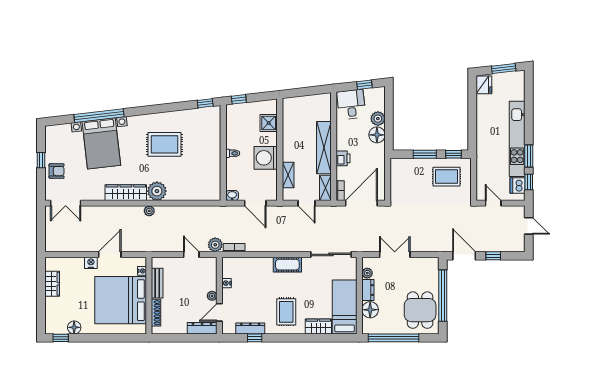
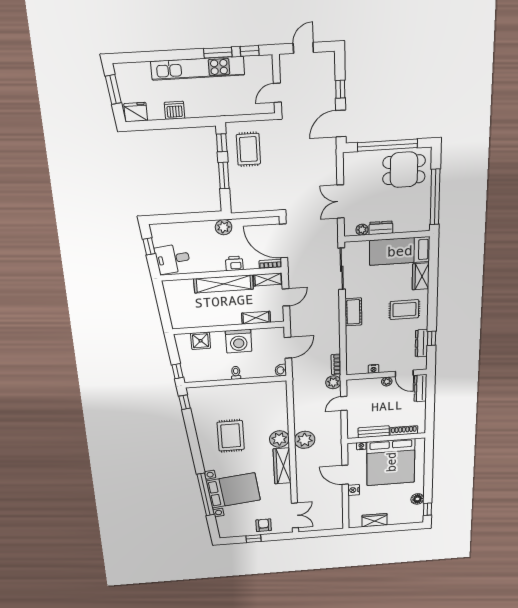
plant: (378, 119) -> (224, 227), moved
floor lamp: (377, 135) -> (205, 229), removed
dishwasher: (518, 185) -> (175, 110), moved, turned 180
plant: (149, 211) -> (305, 440), width x1.88, depth x1.88
floor lamp: (370, 310) -> (403, 224), removed

